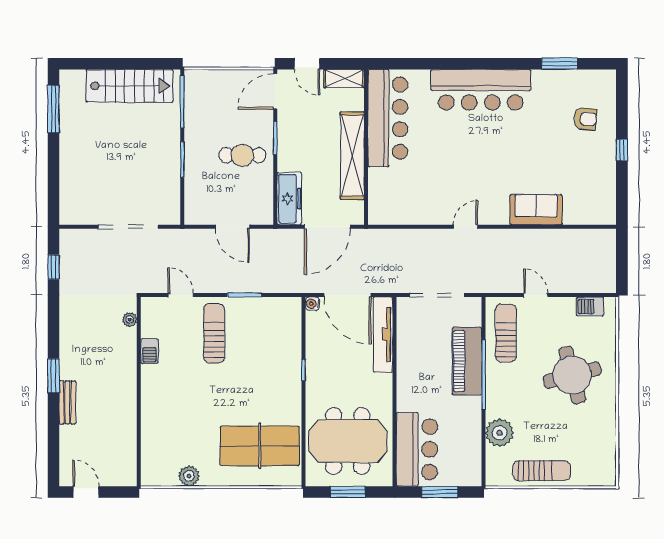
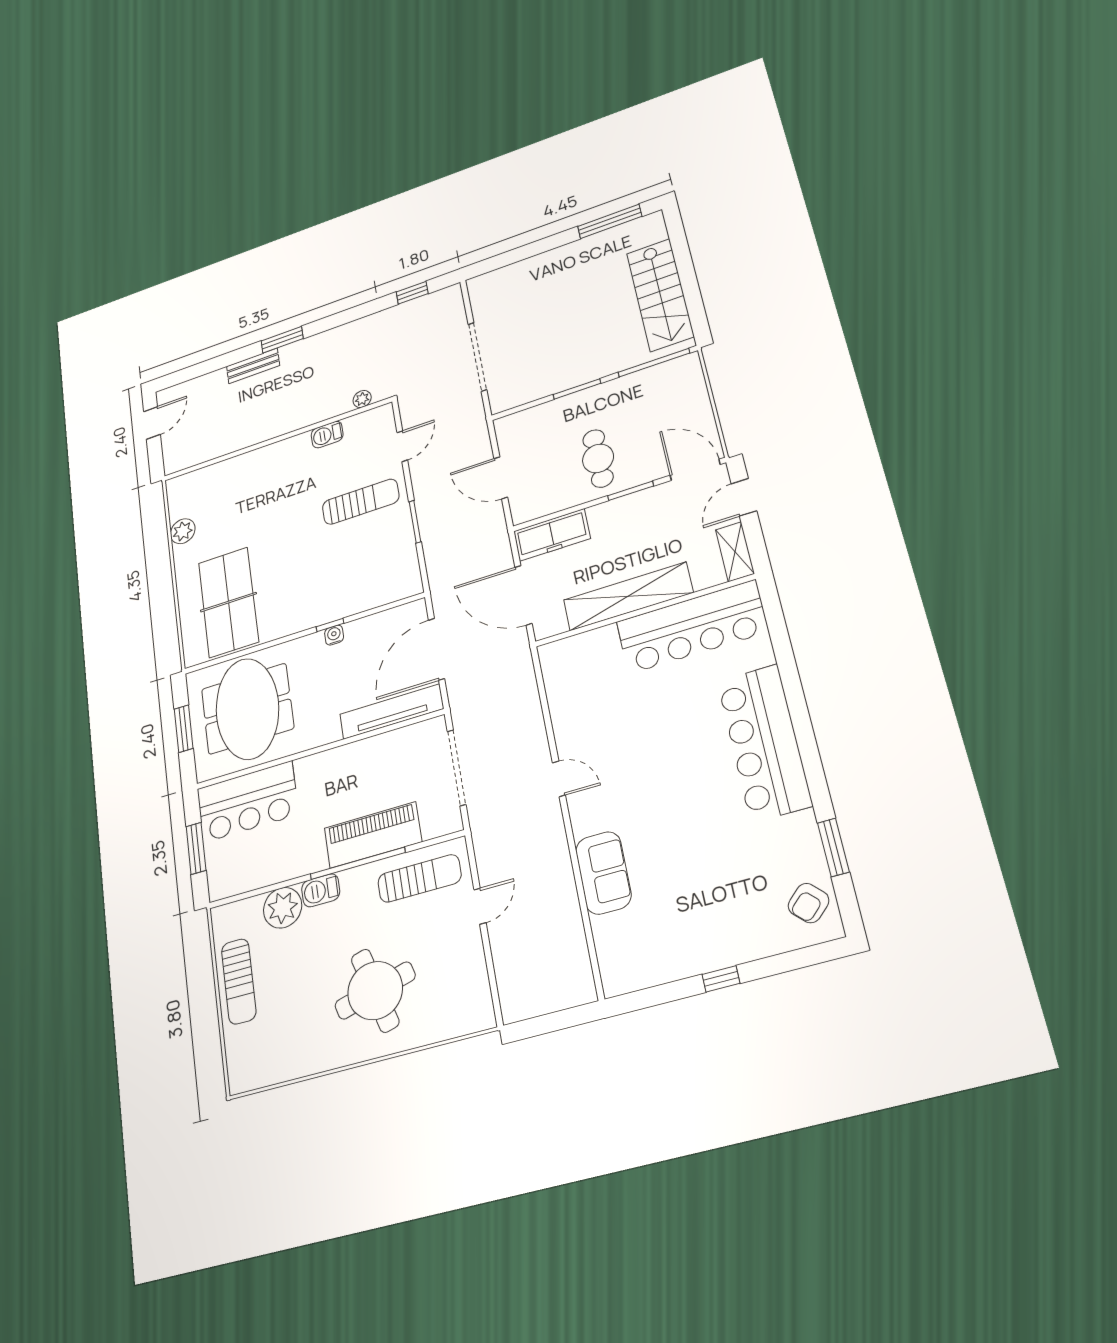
armchair: (585, 119) -> (809, 903), moved, turned 41
door: (232, 227) -> (501, 478), hinge flipped
water cooler: (312, 304) -> (334, 635), moved
barbecue: (590, 306) -> (321, 890), moved, turned -90

